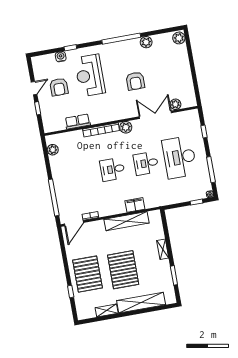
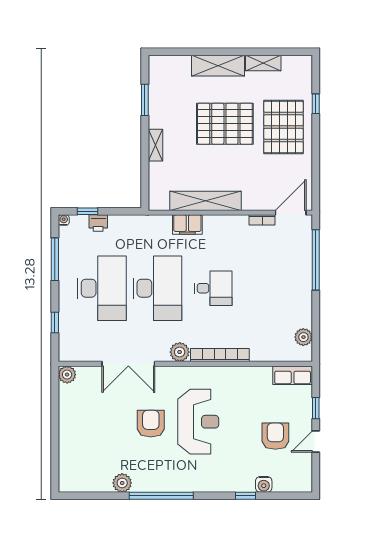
plant: (179, 38) -> (68, 480), removed
reception desk: (90, 75) -> (198, 422), moved
plant: (175, 104) -> (67, 375), moved
row of seats: (78, 122) -> (293, 375), moved
desk: (146, 163) -> (157, 288), width x1.87, depth x1.30
printer: (189, 196) -> (98, 223), added
pallet: (123, 270) -> (225, 124), turned 90
shelving: (141, 303) -> (218, 66), width x0.68

